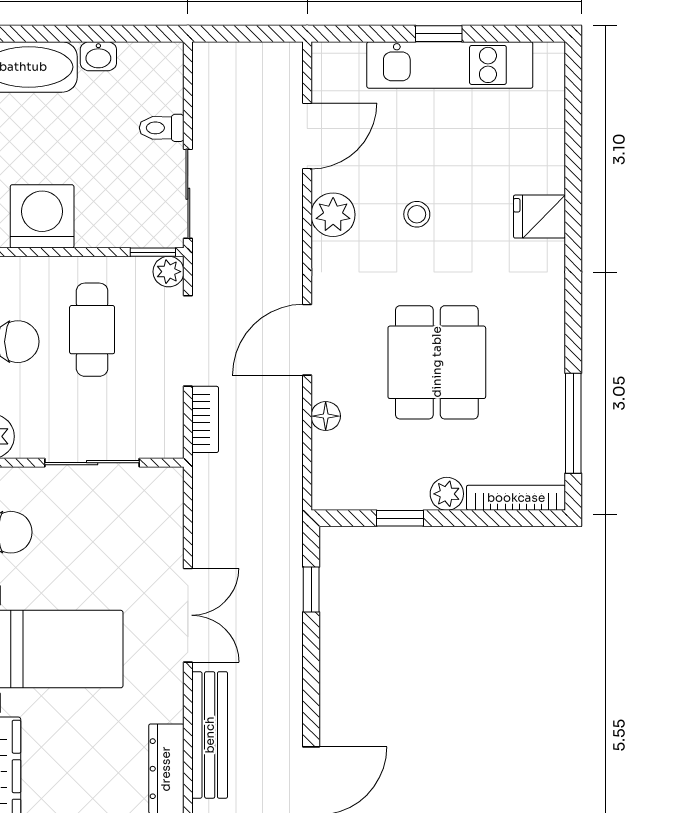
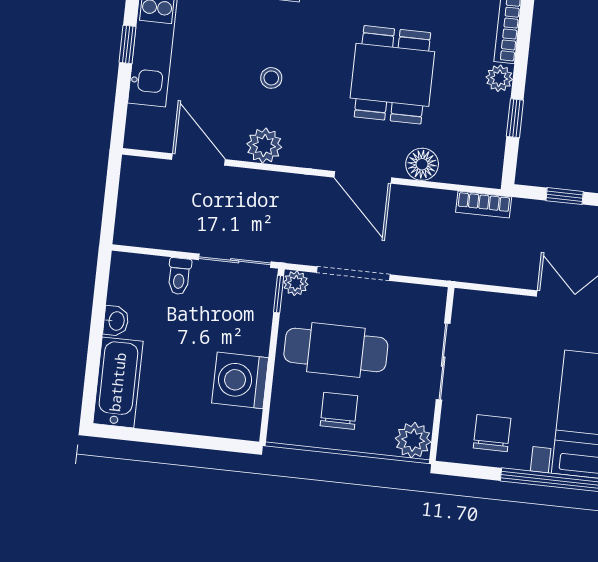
cafe table: (92, 330) -> (336, 350), width x1.37, depth x1.35
dining table: (437, 362) -> (392, 75), turned 90
floor lamp: (326, 416) -> (422, 164), width x1.37, depth x1.37
bookcase: (205, 419) -> (484, 205), moved, turned 180

